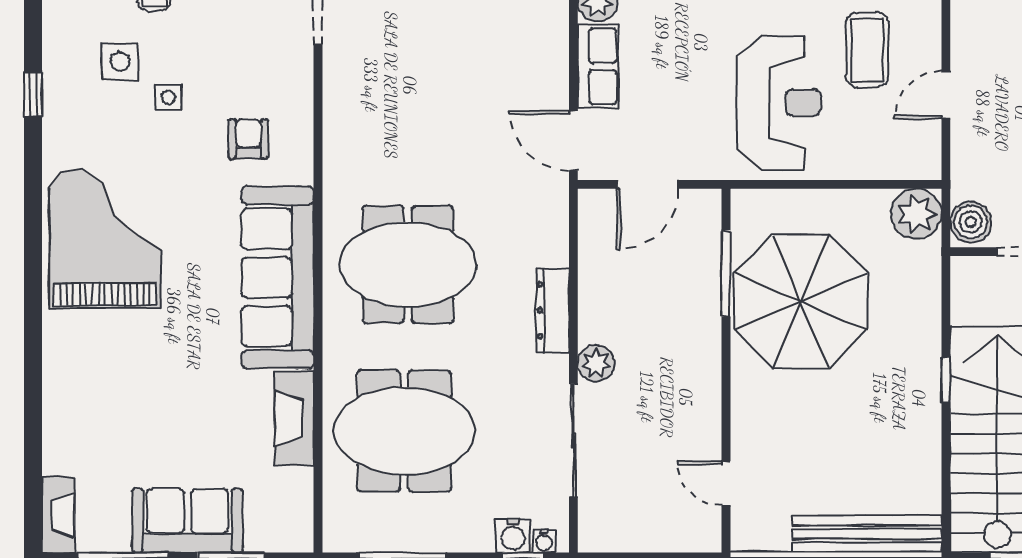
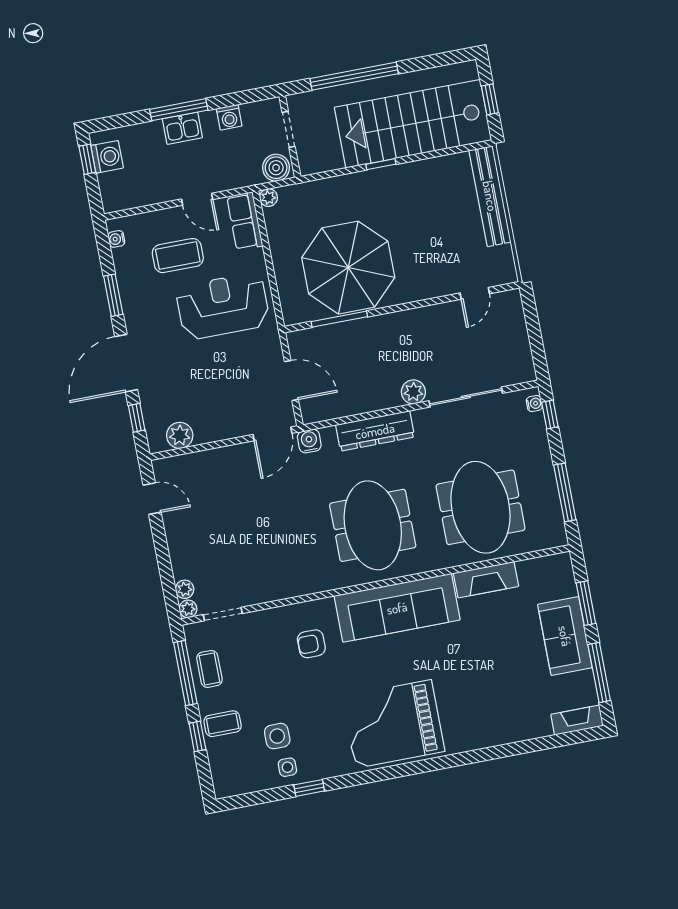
row of seats: (598, 66) -> (245, 221), moved, turned -90
side table: (168, 97) -> (287, 767), moved
plant: (916, 214) -> (268, 198), width x0.53, depth x0.53
dresser: (553, 310) -> (375, 431), width x1.37, depth x1.24
water cooler: (513, 536) -> (309, 441), moved, turned -90

